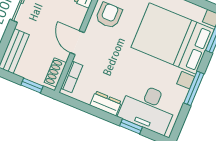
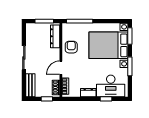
door: (77, 43) -> (61, 68), hinge flipped

